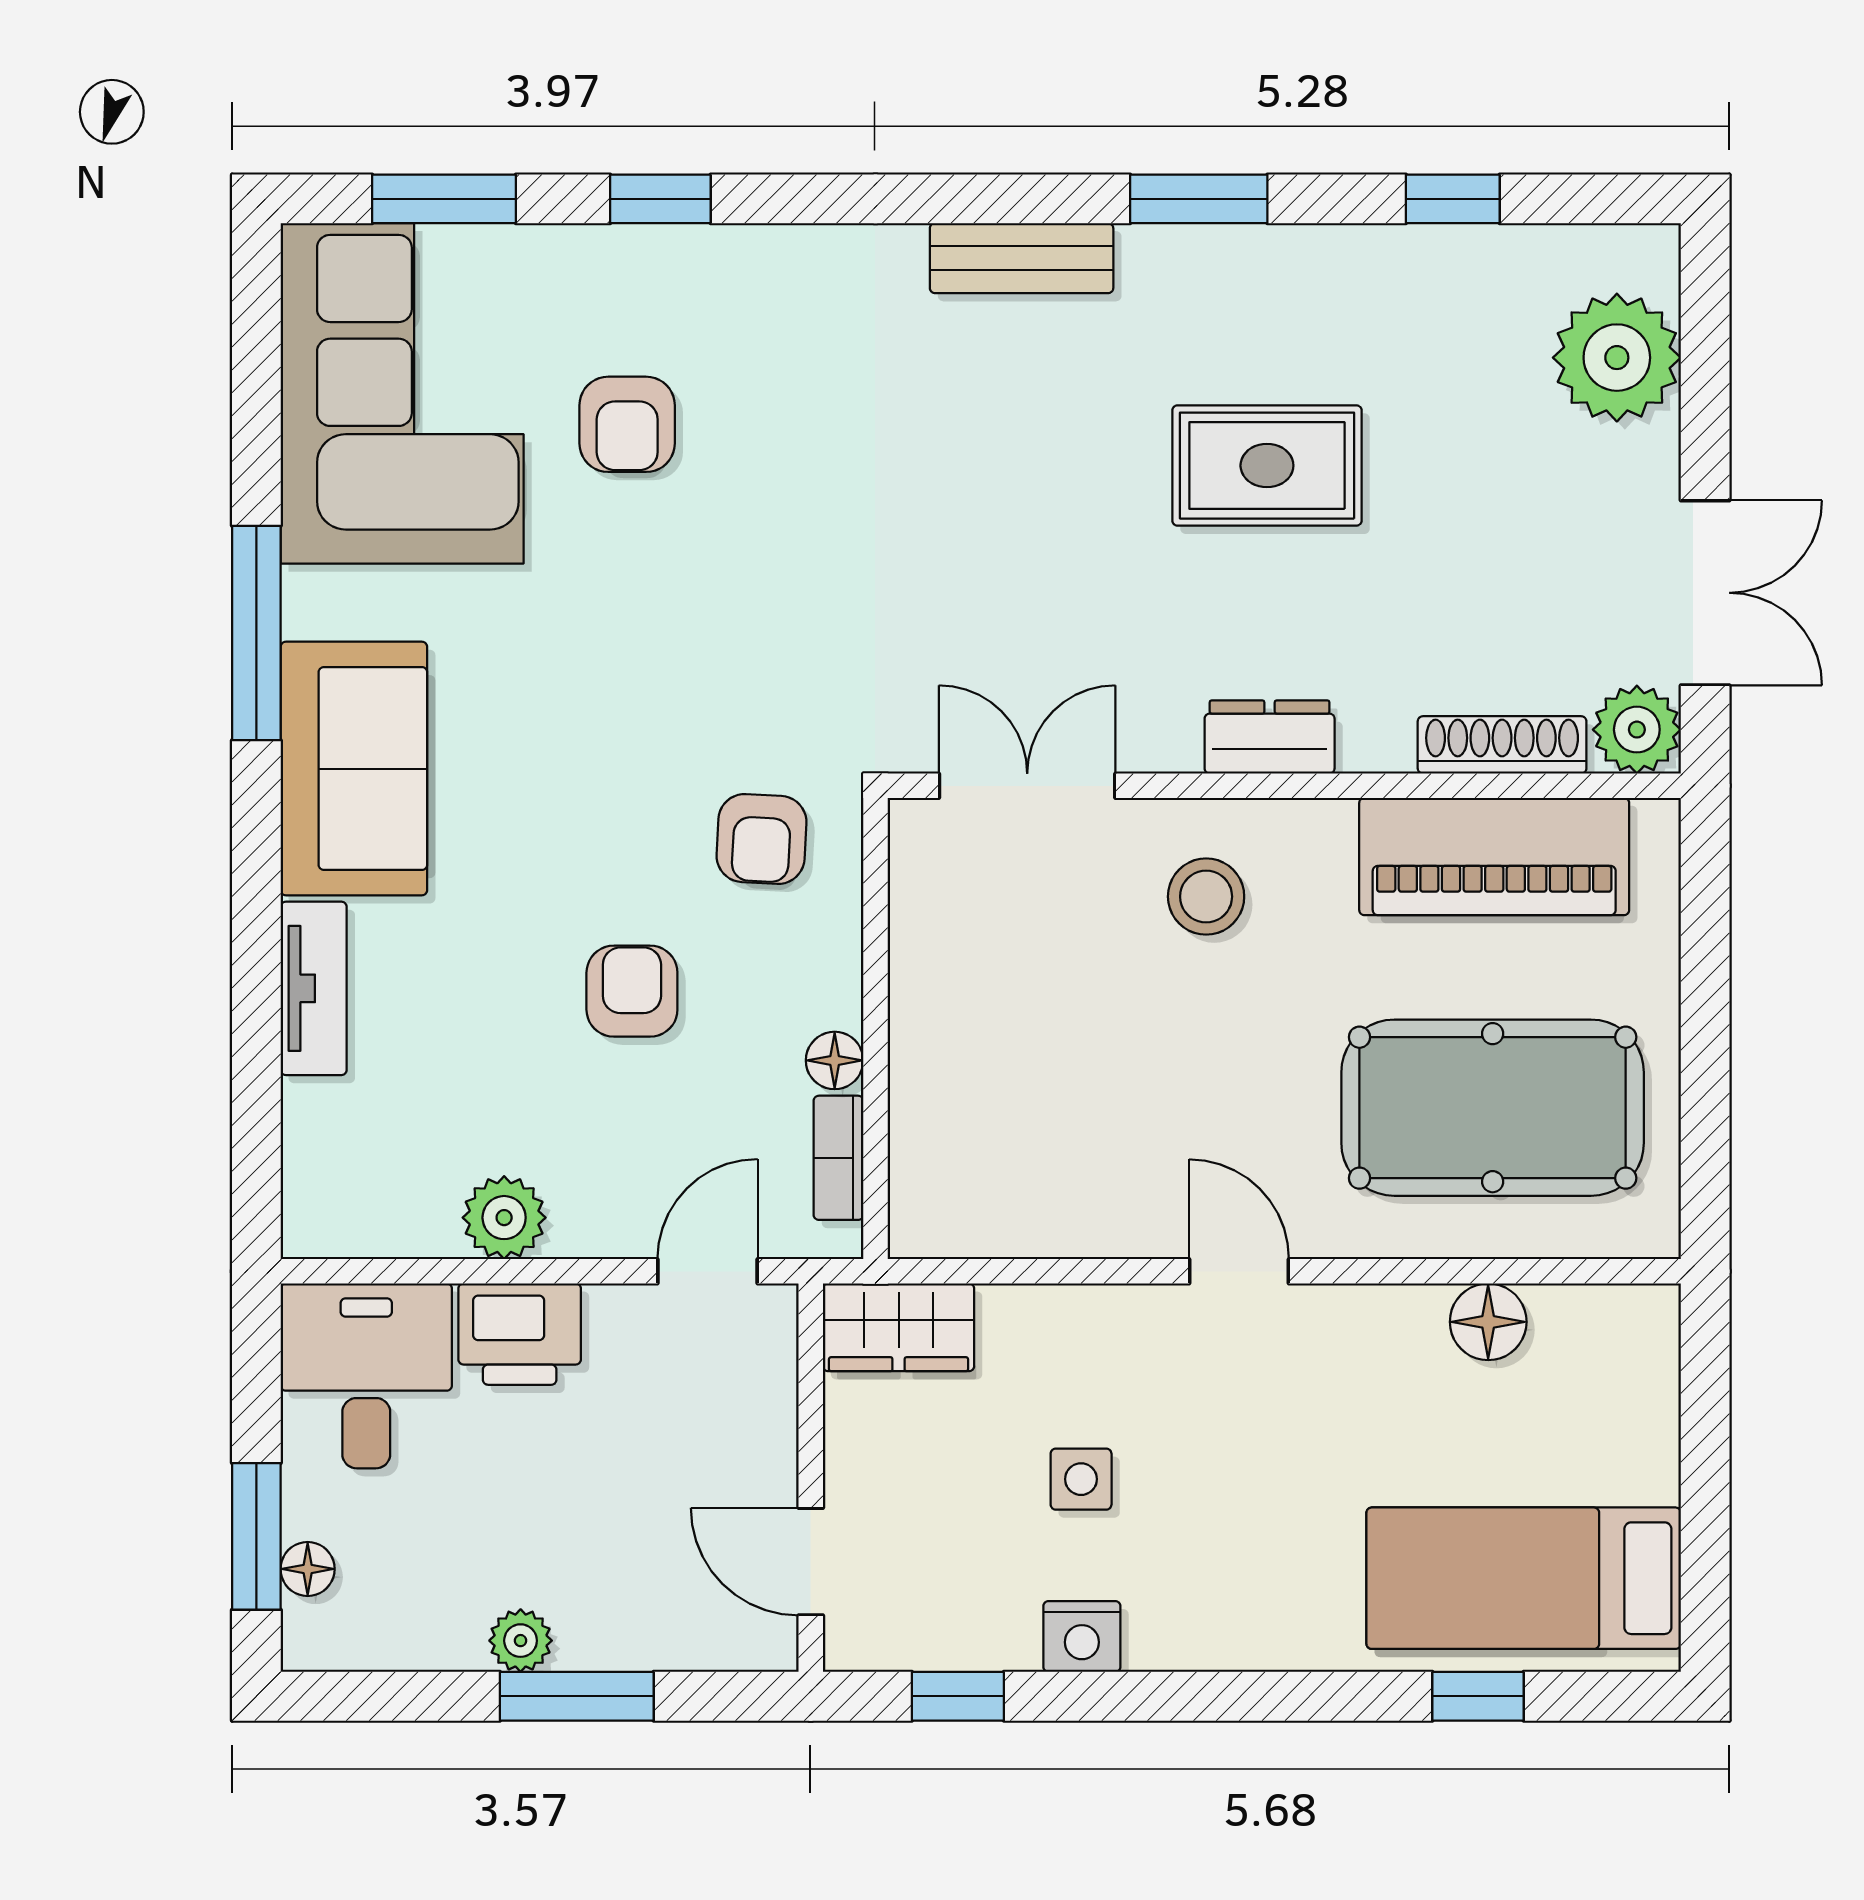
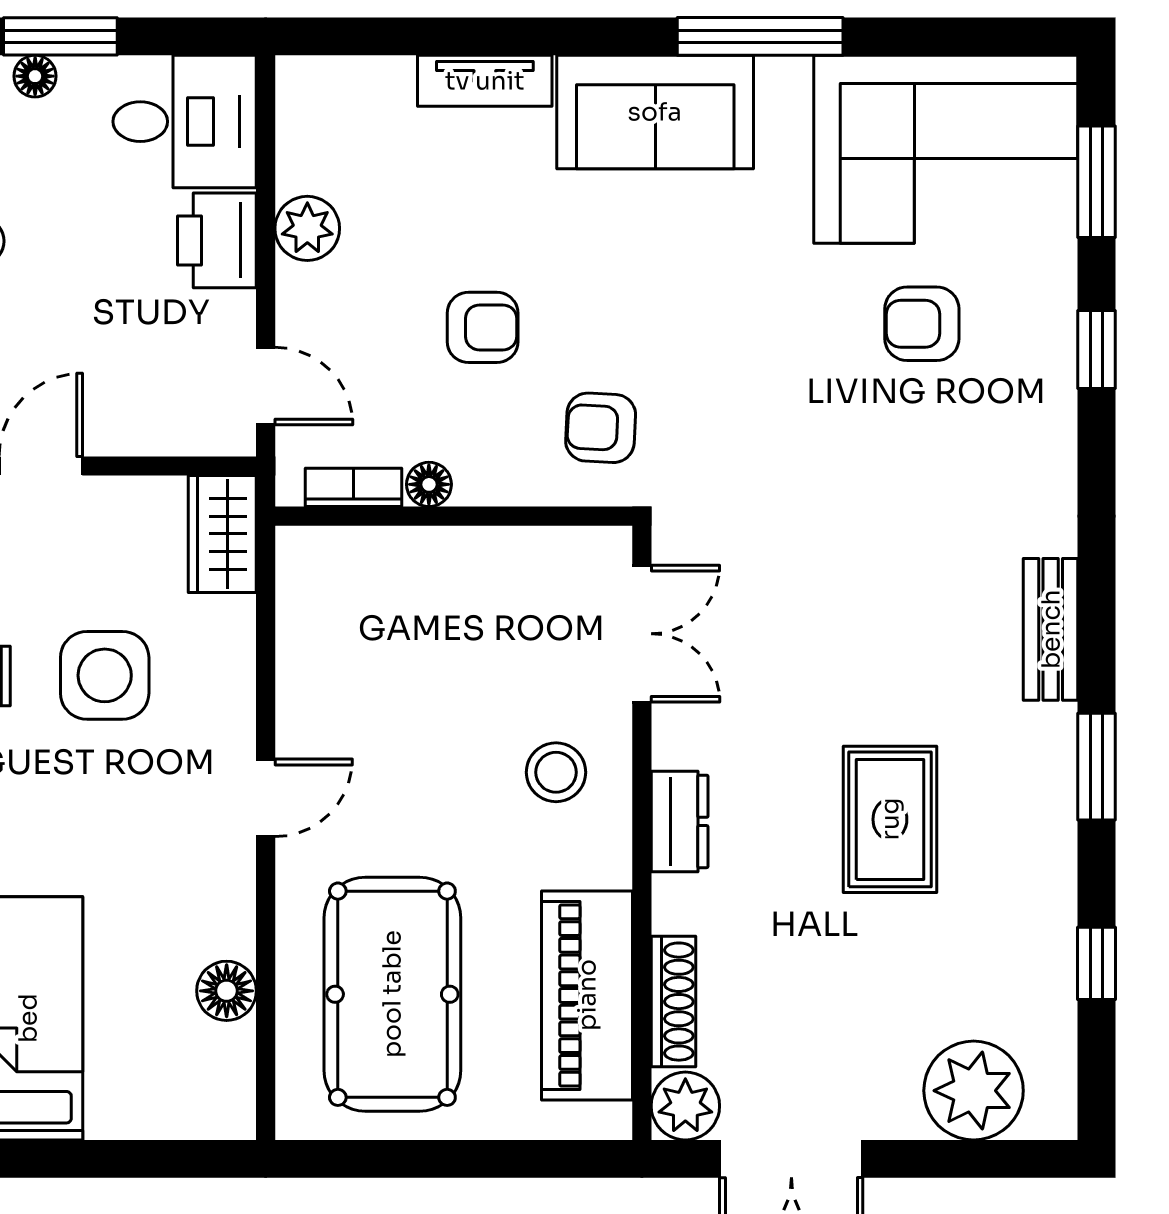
side table: (1081, 1479) -> (105, 675), width x1.87, depth x1.87

